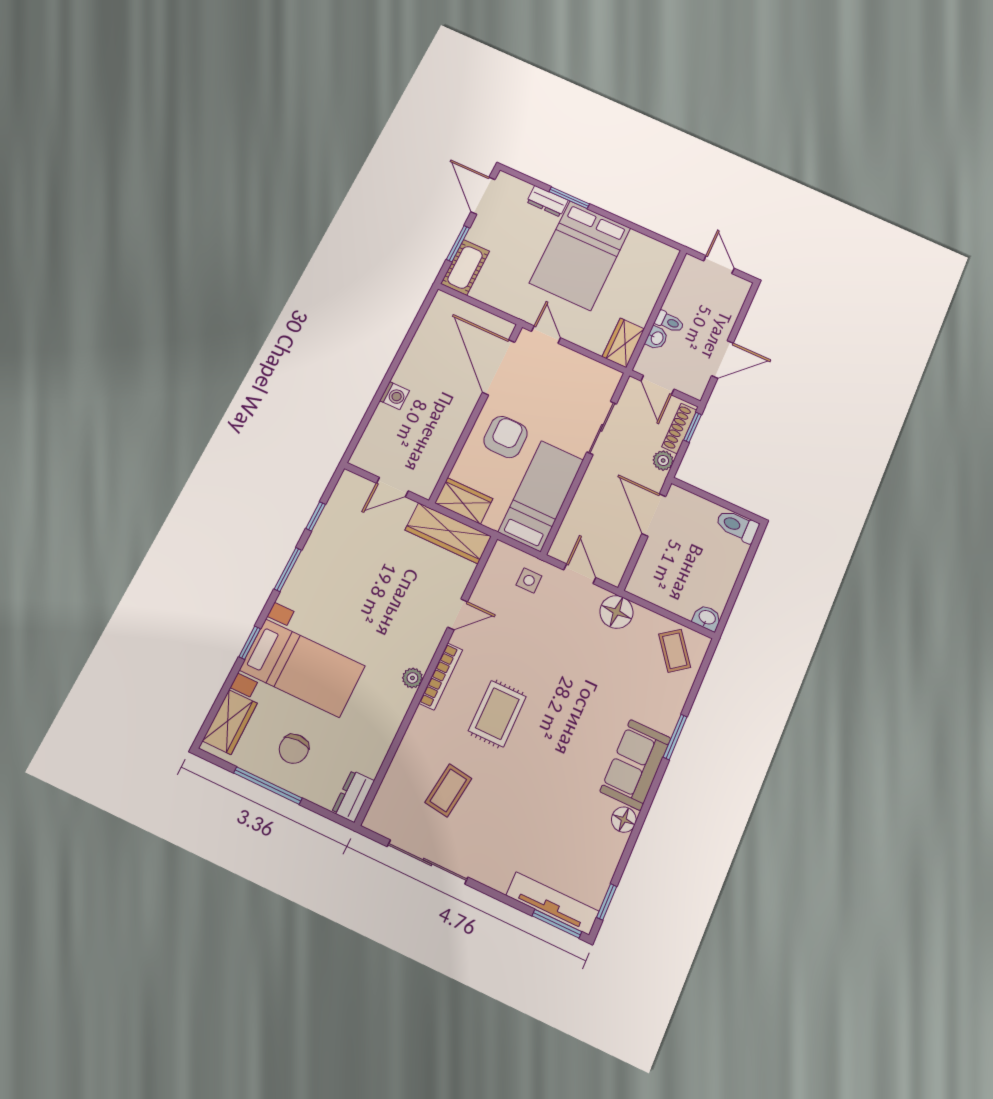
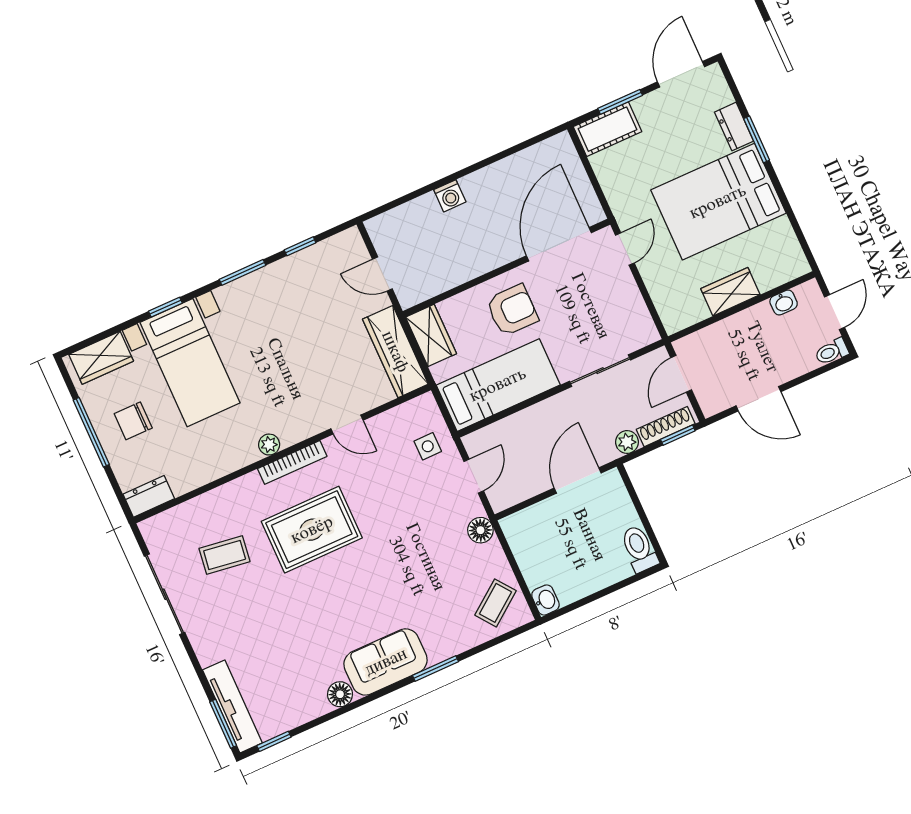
toilet: (669, 322) -> (832, 352), moved, turned 90
washbasin: (657, 338) -> (784, 303), moved
wardrobe: (623, 343) -> (730, 292), moved
floor lamp: (616, 612) -> (480, 530), width x0.73, depth x0.73
rug: (497, 714) -> (312, 530), width x1.36, depth x1.43

